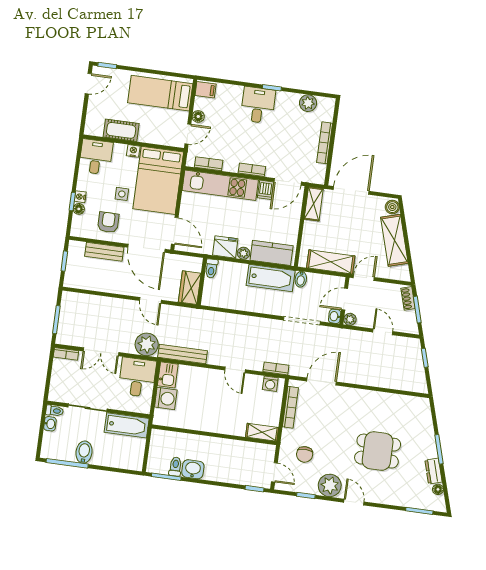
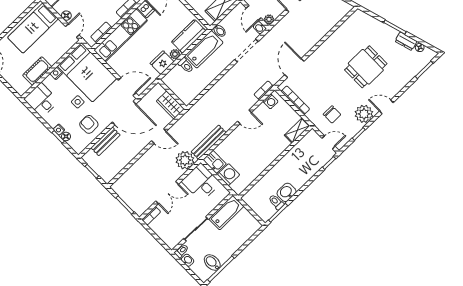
toilet: (211, 268) -> (186, 65), moved
bidet: (84, 452) -> (212, 262), moved

